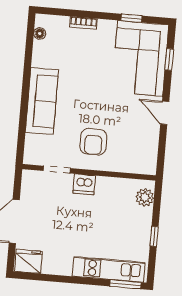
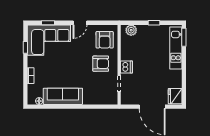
sofa: (42, 101) -> (63, 96), moved
armchair: (133, 152) -> (105, 40), added

